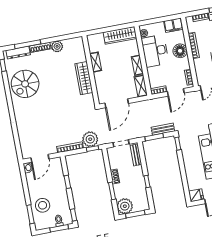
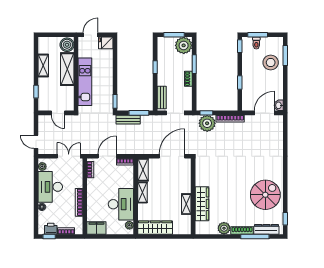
floor lamp: (180, 51) -> (94, 199), removed
wardrobe: (84, 78) -> (202, 204), moved

